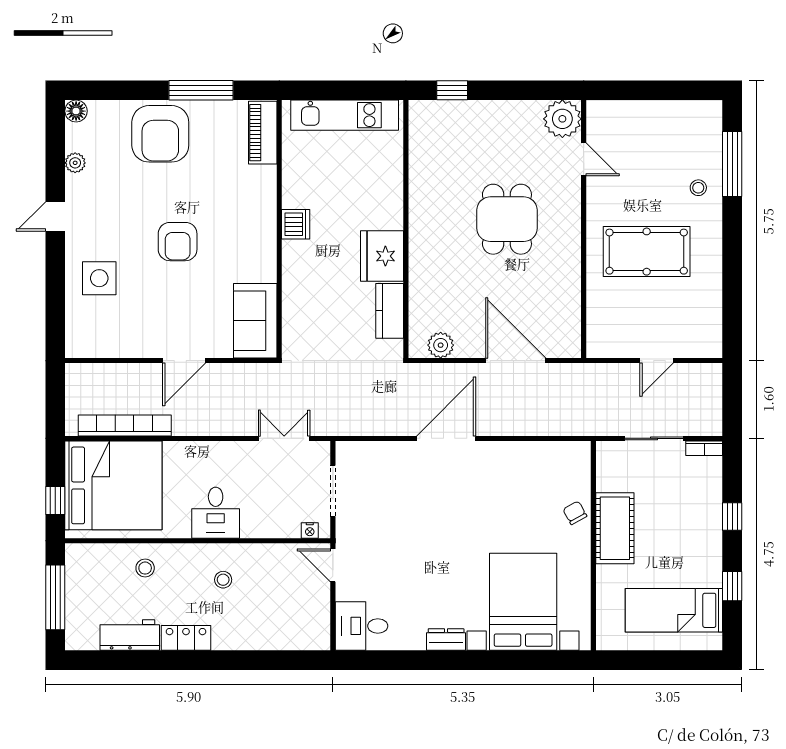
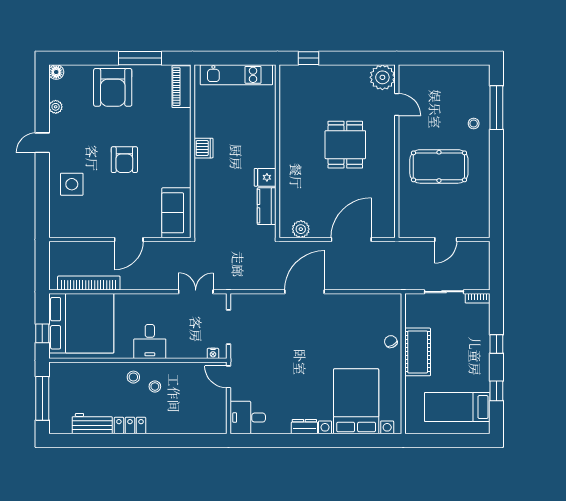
fridge: (382, 256) -> (265, 177), width x0.53, depth x0.75
door: (516, 361) -> (351, 239), hinge flipped
stool: (145, 568) -> (133, 377), moved

